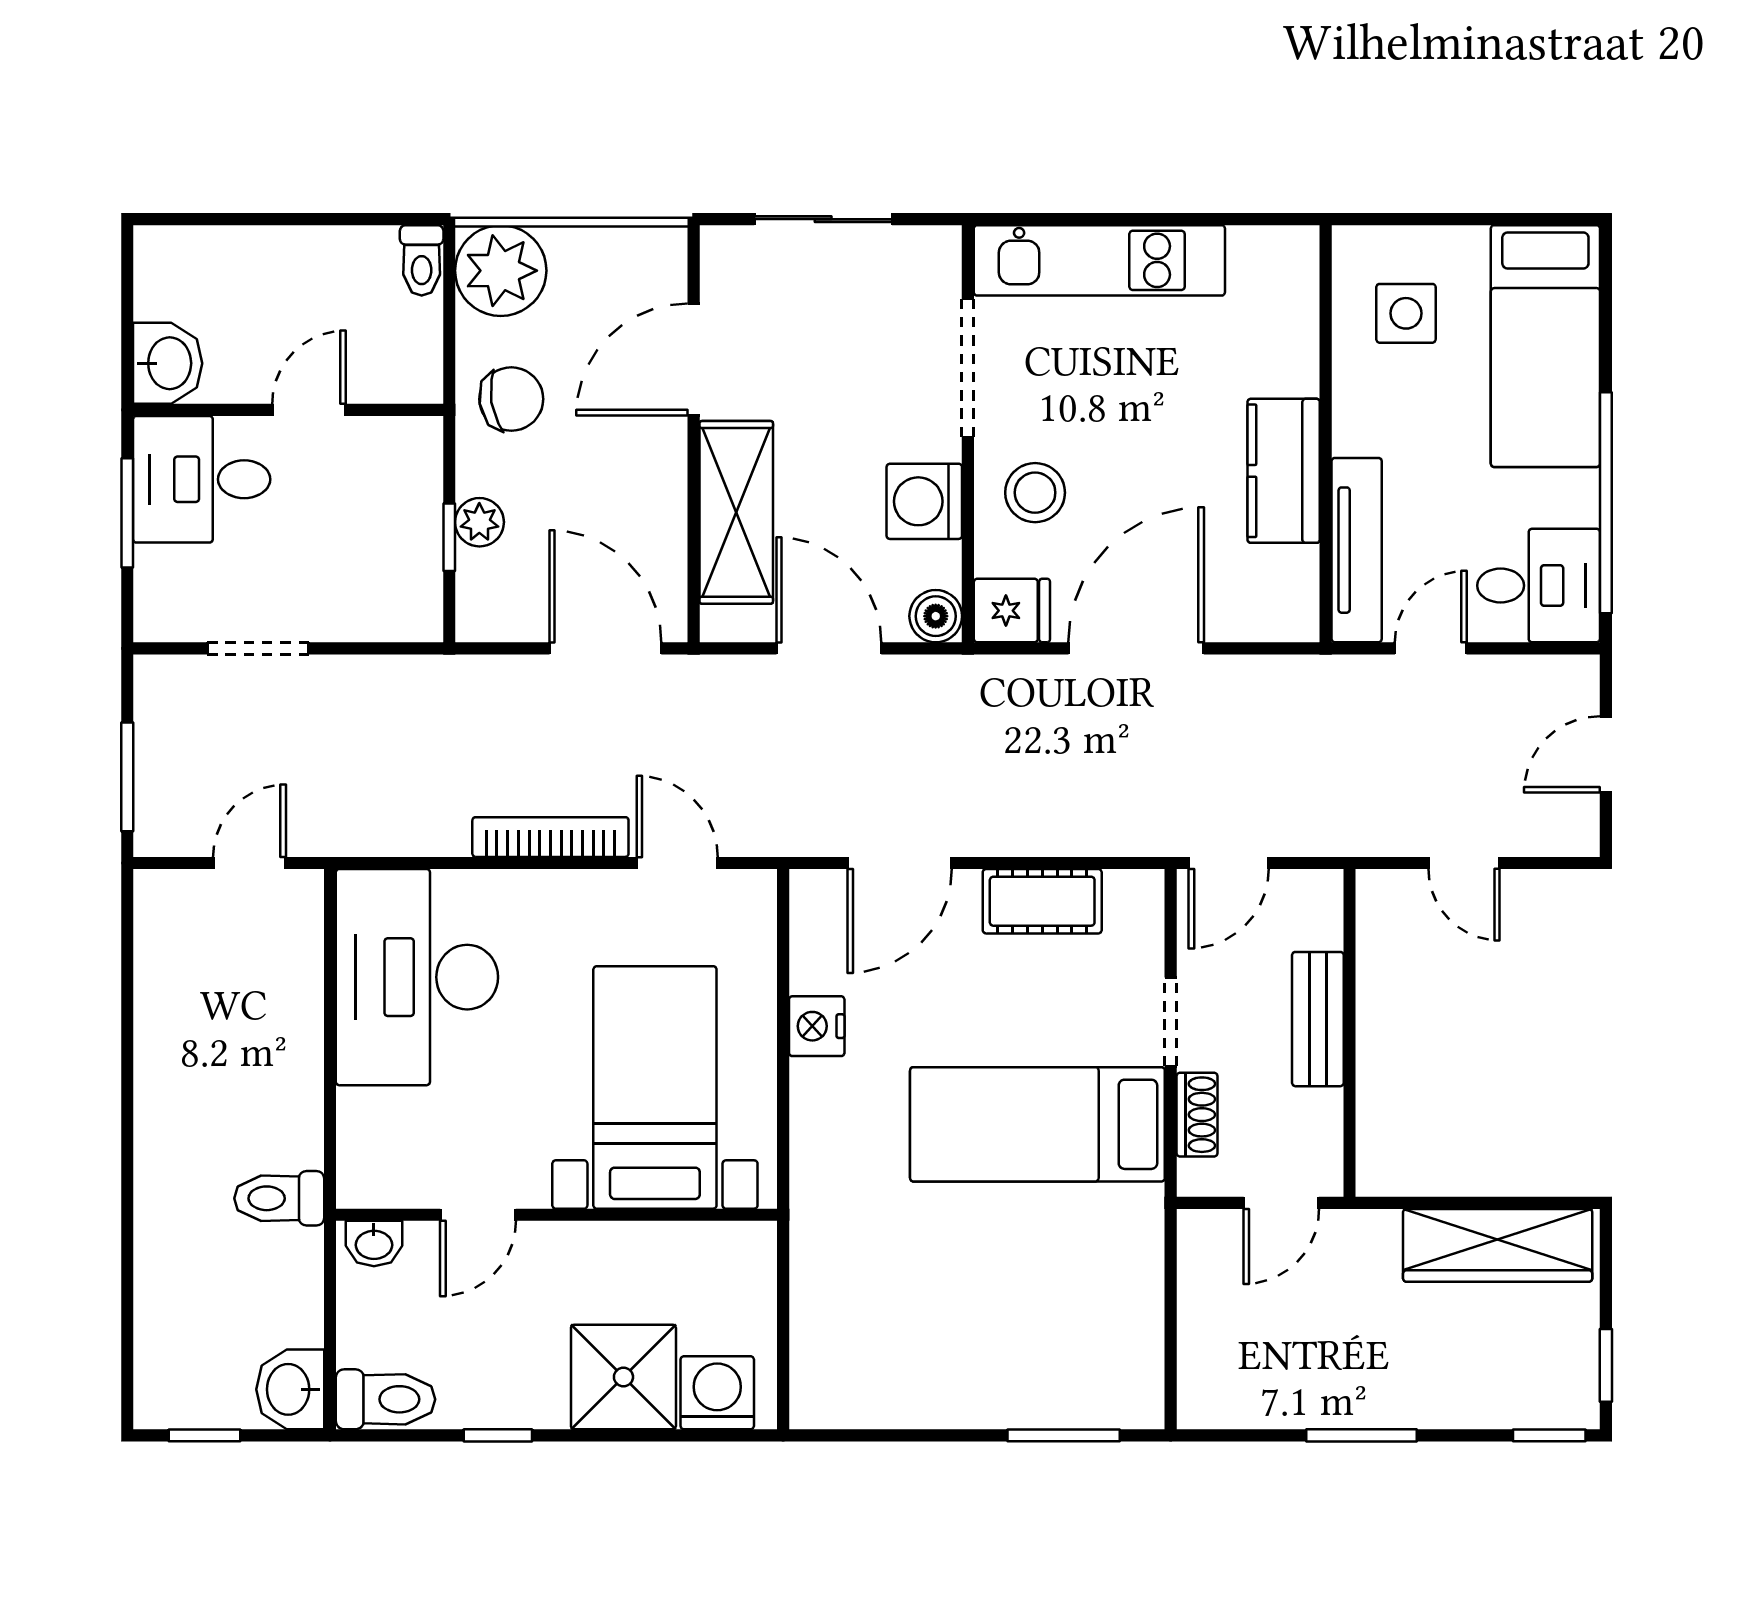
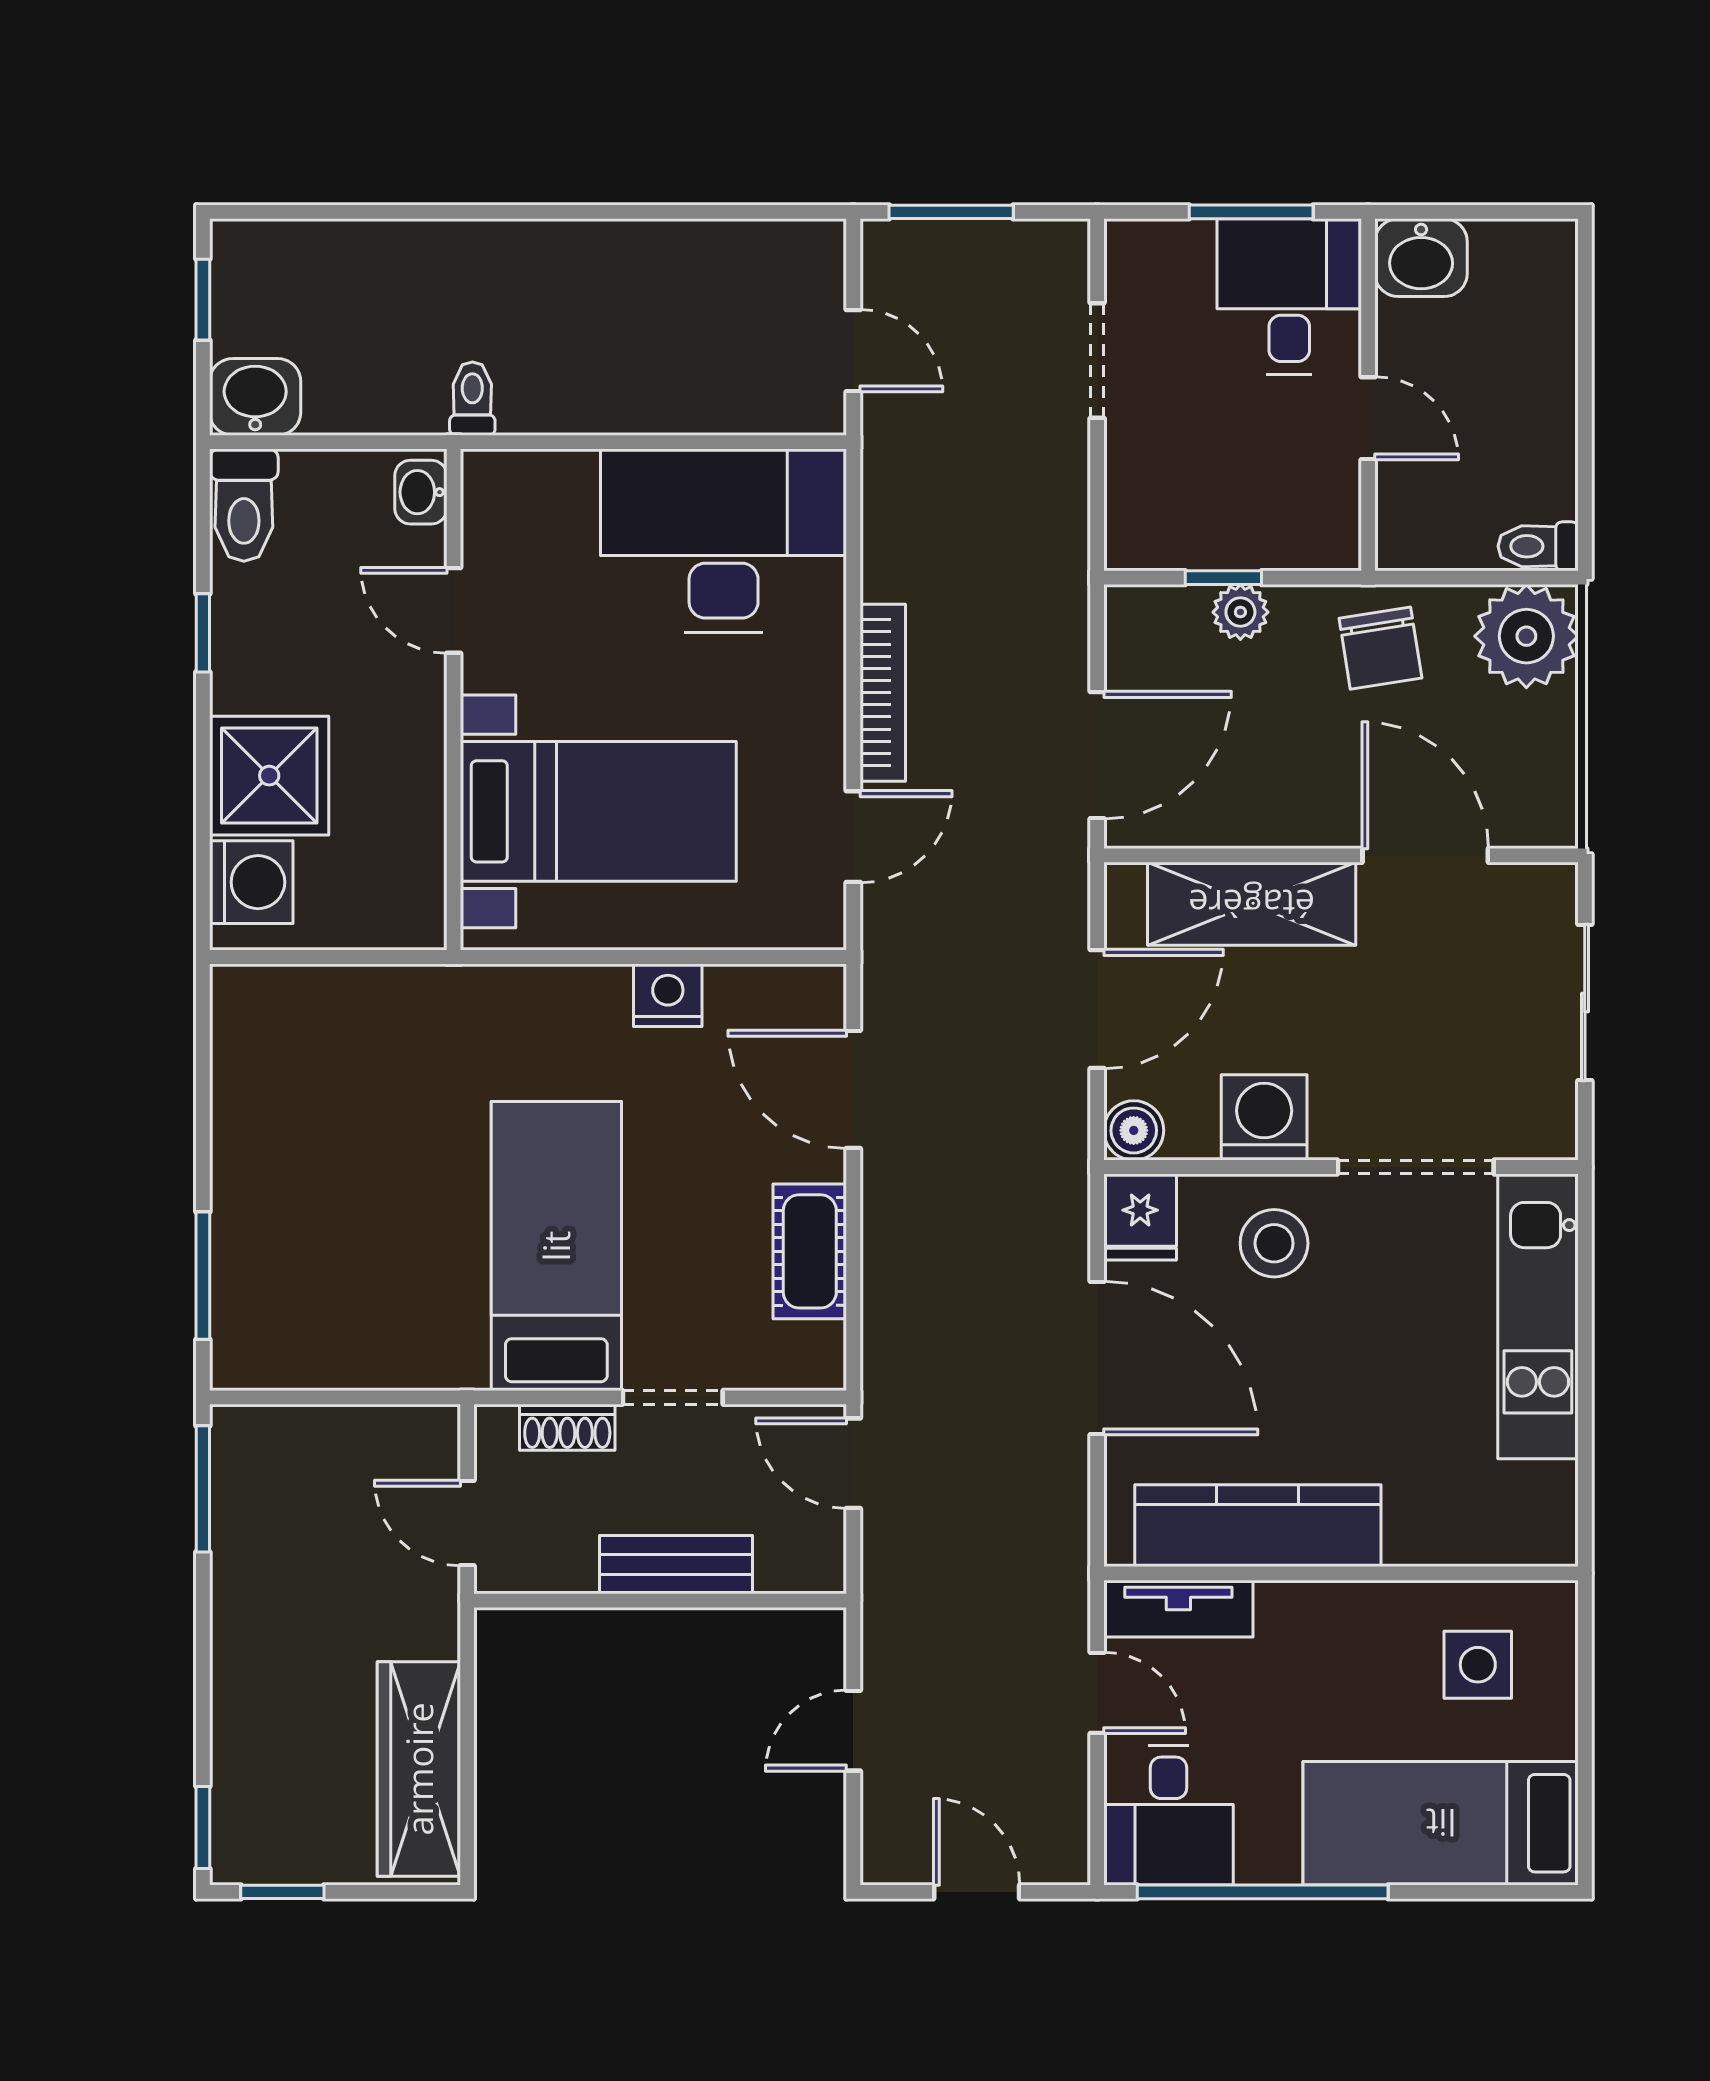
kitchen counter: (1284, 471) -> (1258, 1526), width x1.50
tv unit: (1357, 550) -> (1178, 1609), width x0.71
toilet: (279, 1198) -> (472, 399), width x0.73, depth x0.72
window: (1362, 1435) -> (203, 1489), moved

